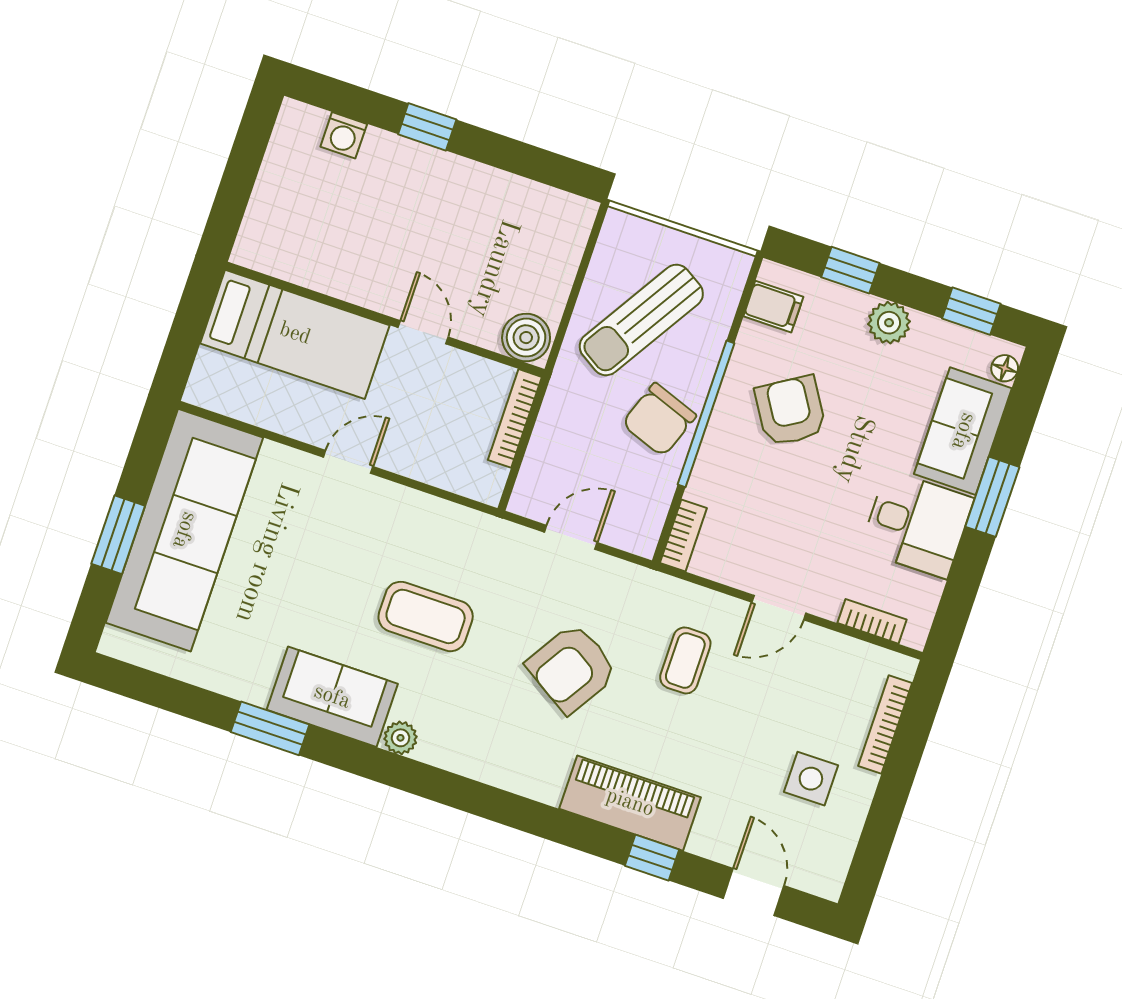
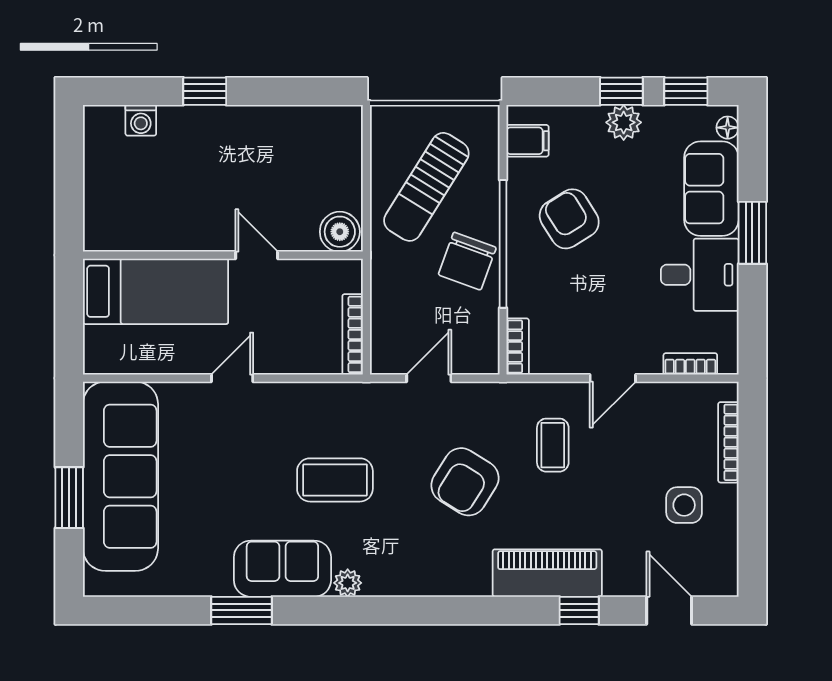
window: (850, 270) -> (621, 91), moved
bookcase: (515, 418) -> (353, 334), moved

